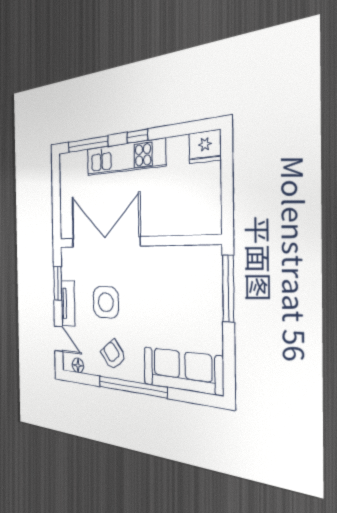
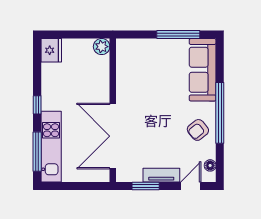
kitchen unit: (125, 157) -> (51, 147), moved
plant: (211, 223) -> (102, 47), added
window: (228, 289) -> (178, 34), moved
side table: (106, 302) -> (159, 136), removed

